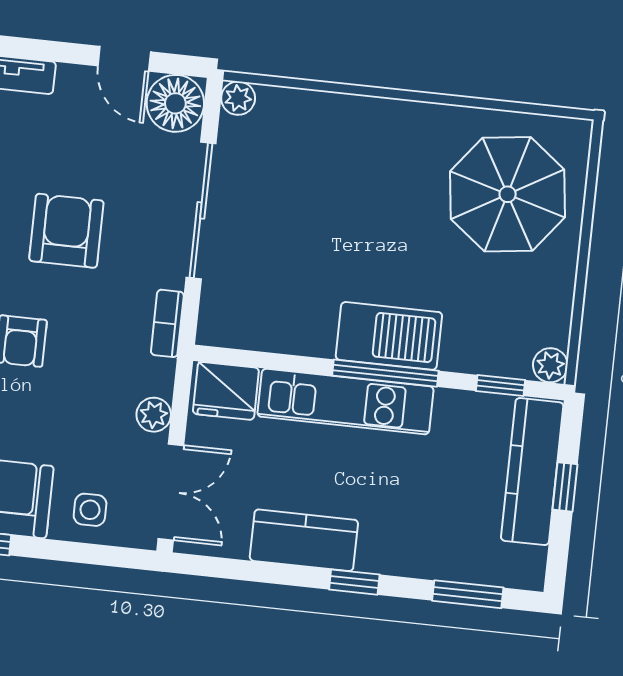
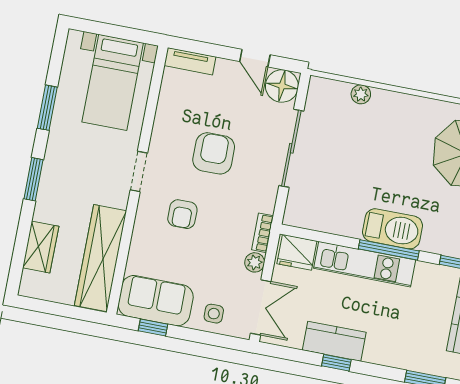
plant: (238, 98) -> (361, 94), moved
bookcase: (167, 323) -> (263, 233), moved
window: (354, 582) -> (336, 363), moved

